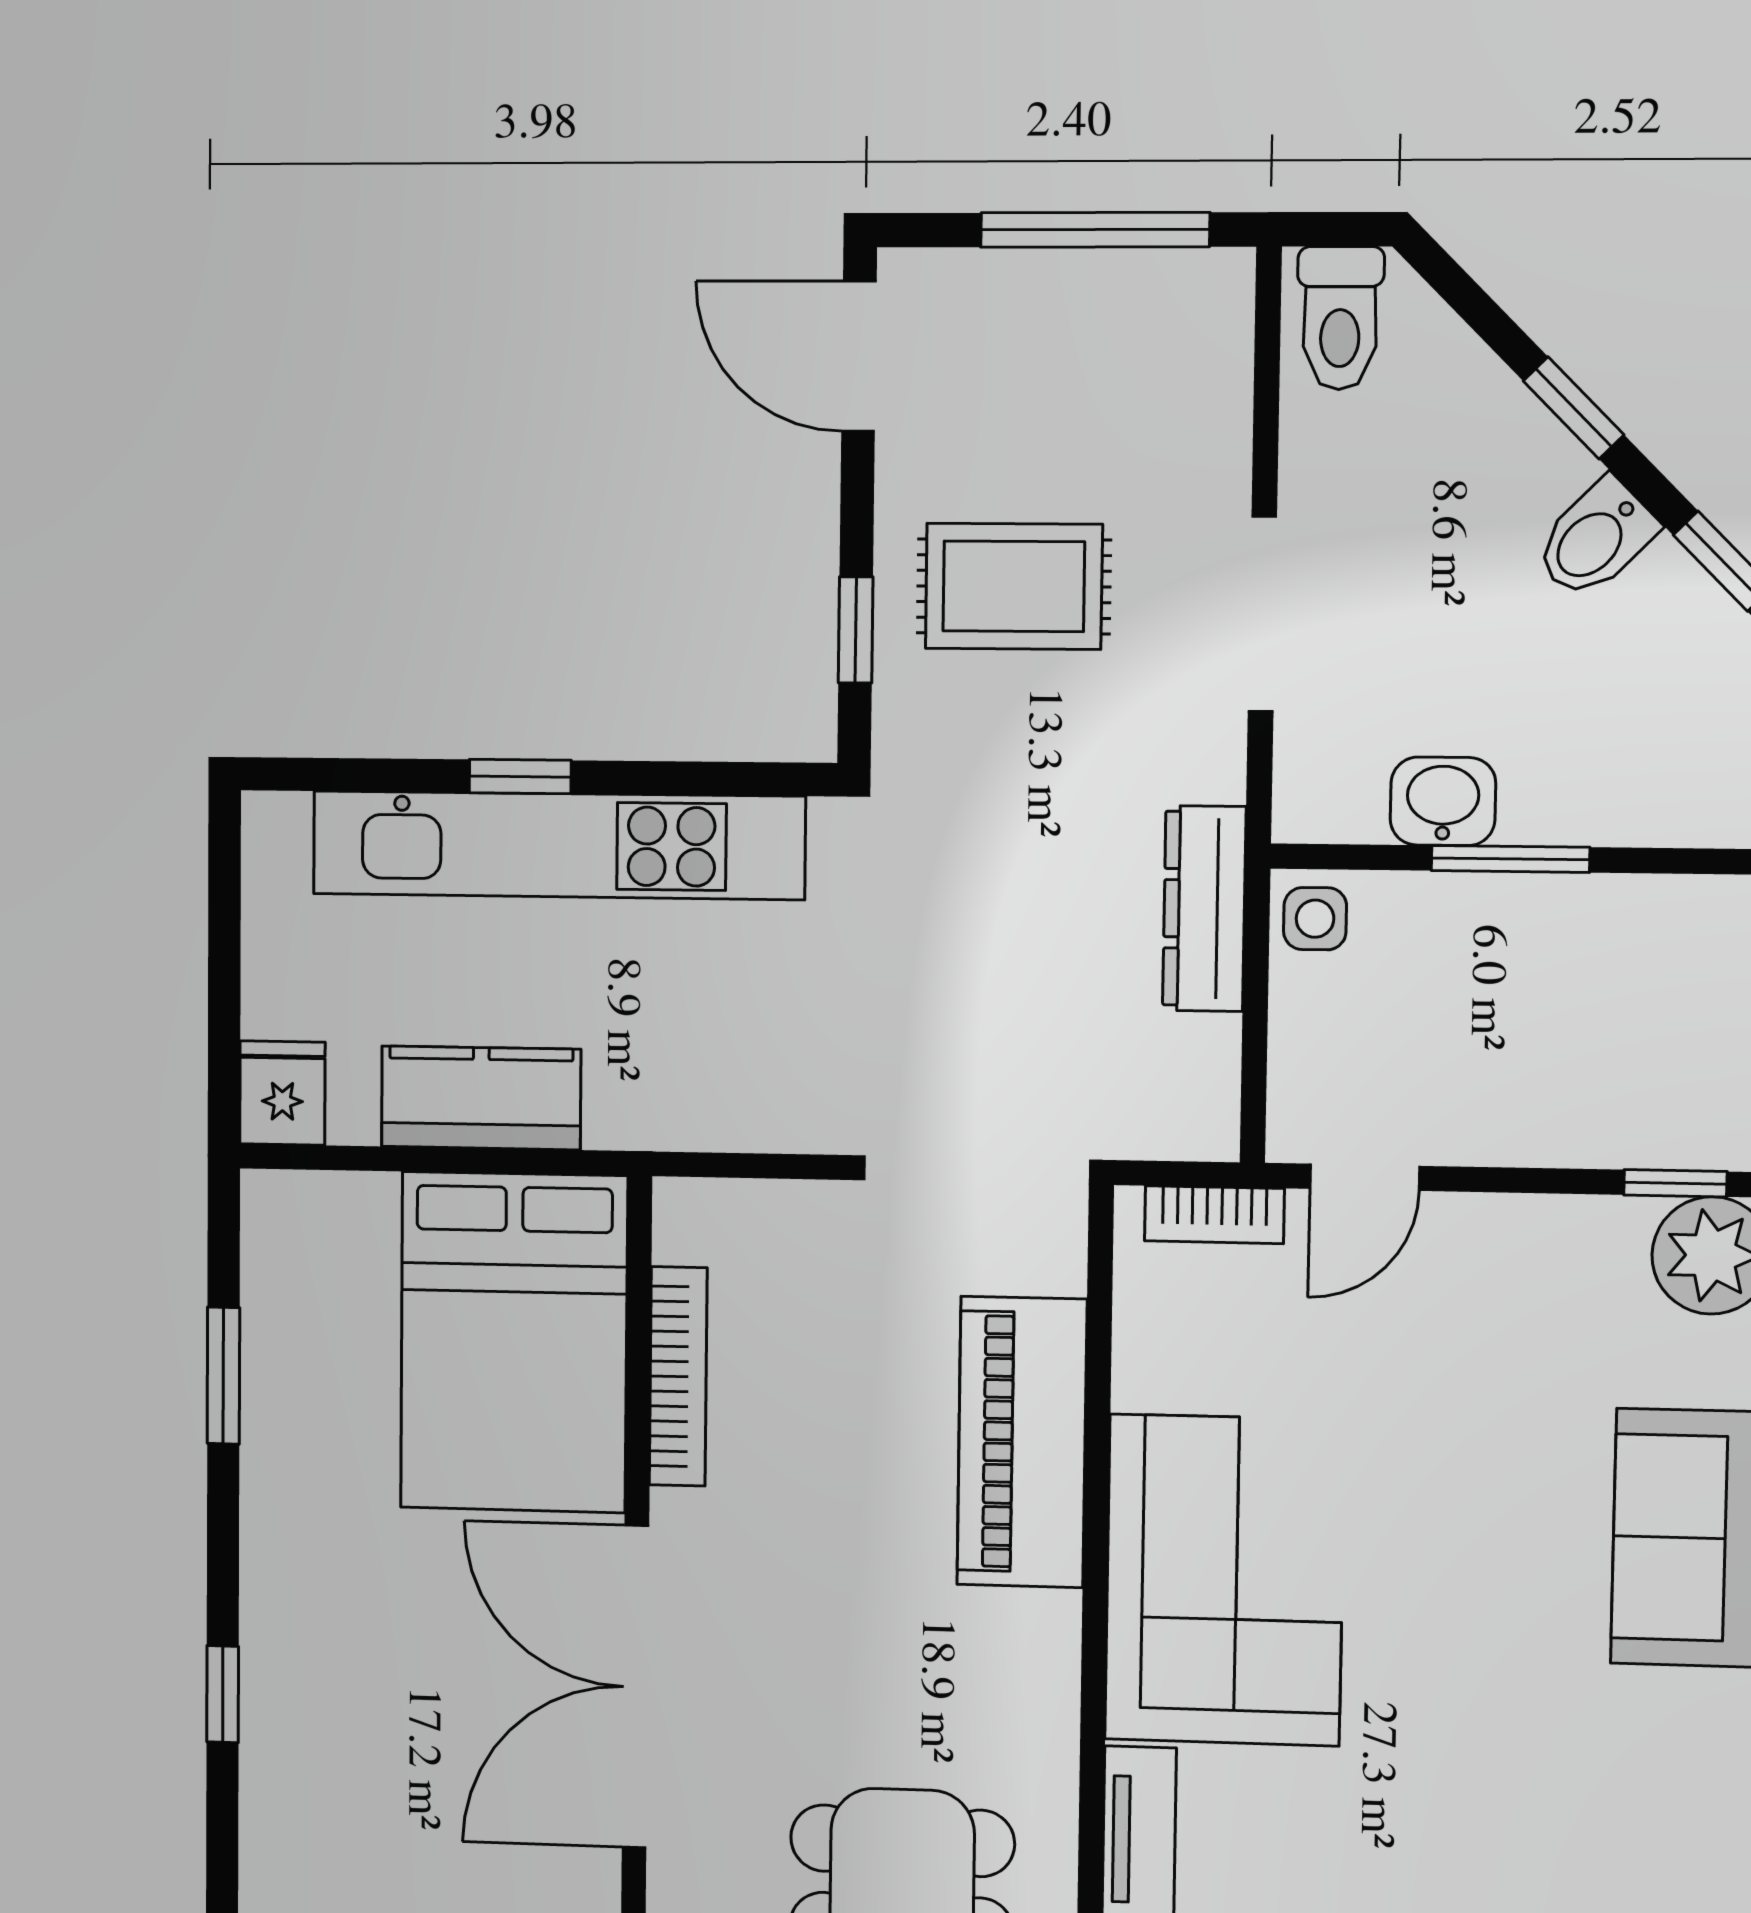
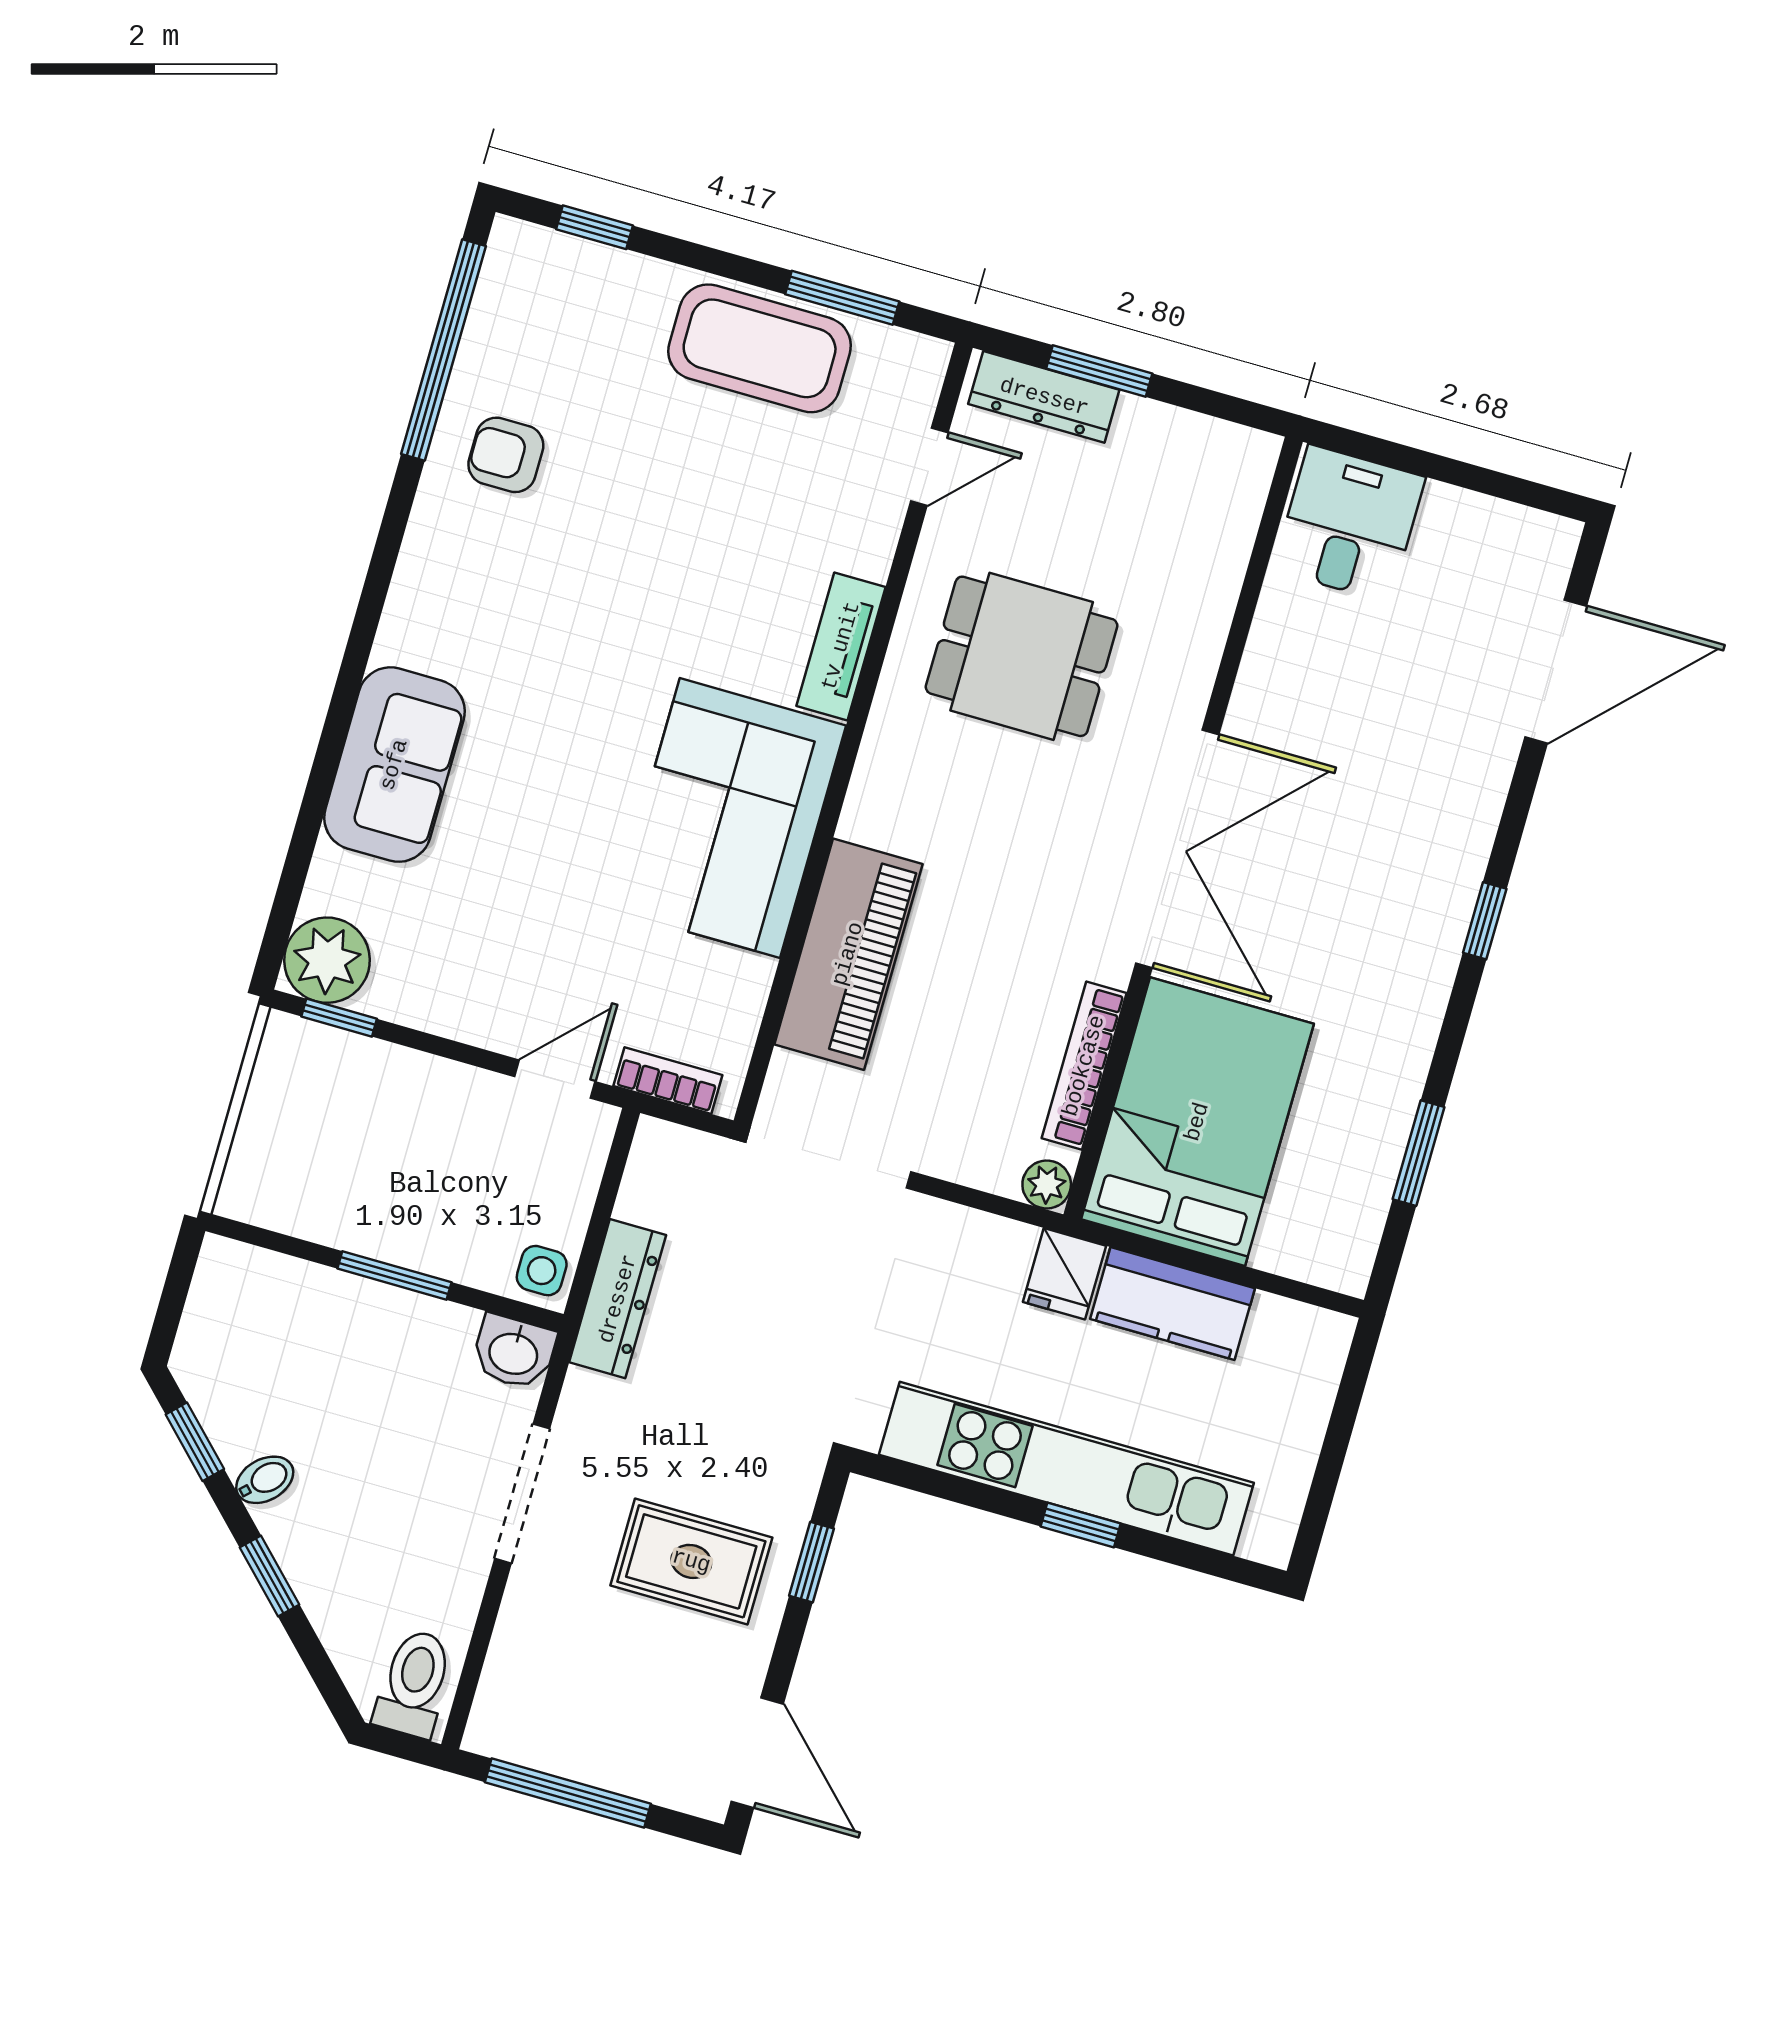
bidet: (1595, 539) -> (265, 1480), width x0.72, depth x0.74
washbasin: (1443, 801) -> (514, 1352), moved
fridge: (282, 1093) -> (1064, 1274), moved
plant: (684, 1209) -> (1047, 1185), added

